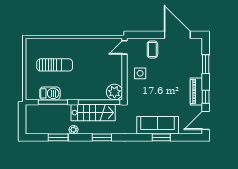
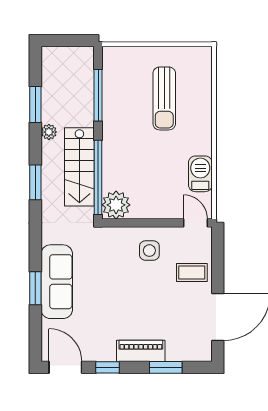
piano: (196, 92) -> (141, 351), moved
barbecue: (50, 93) -> (200, 174), moved, turned 180

